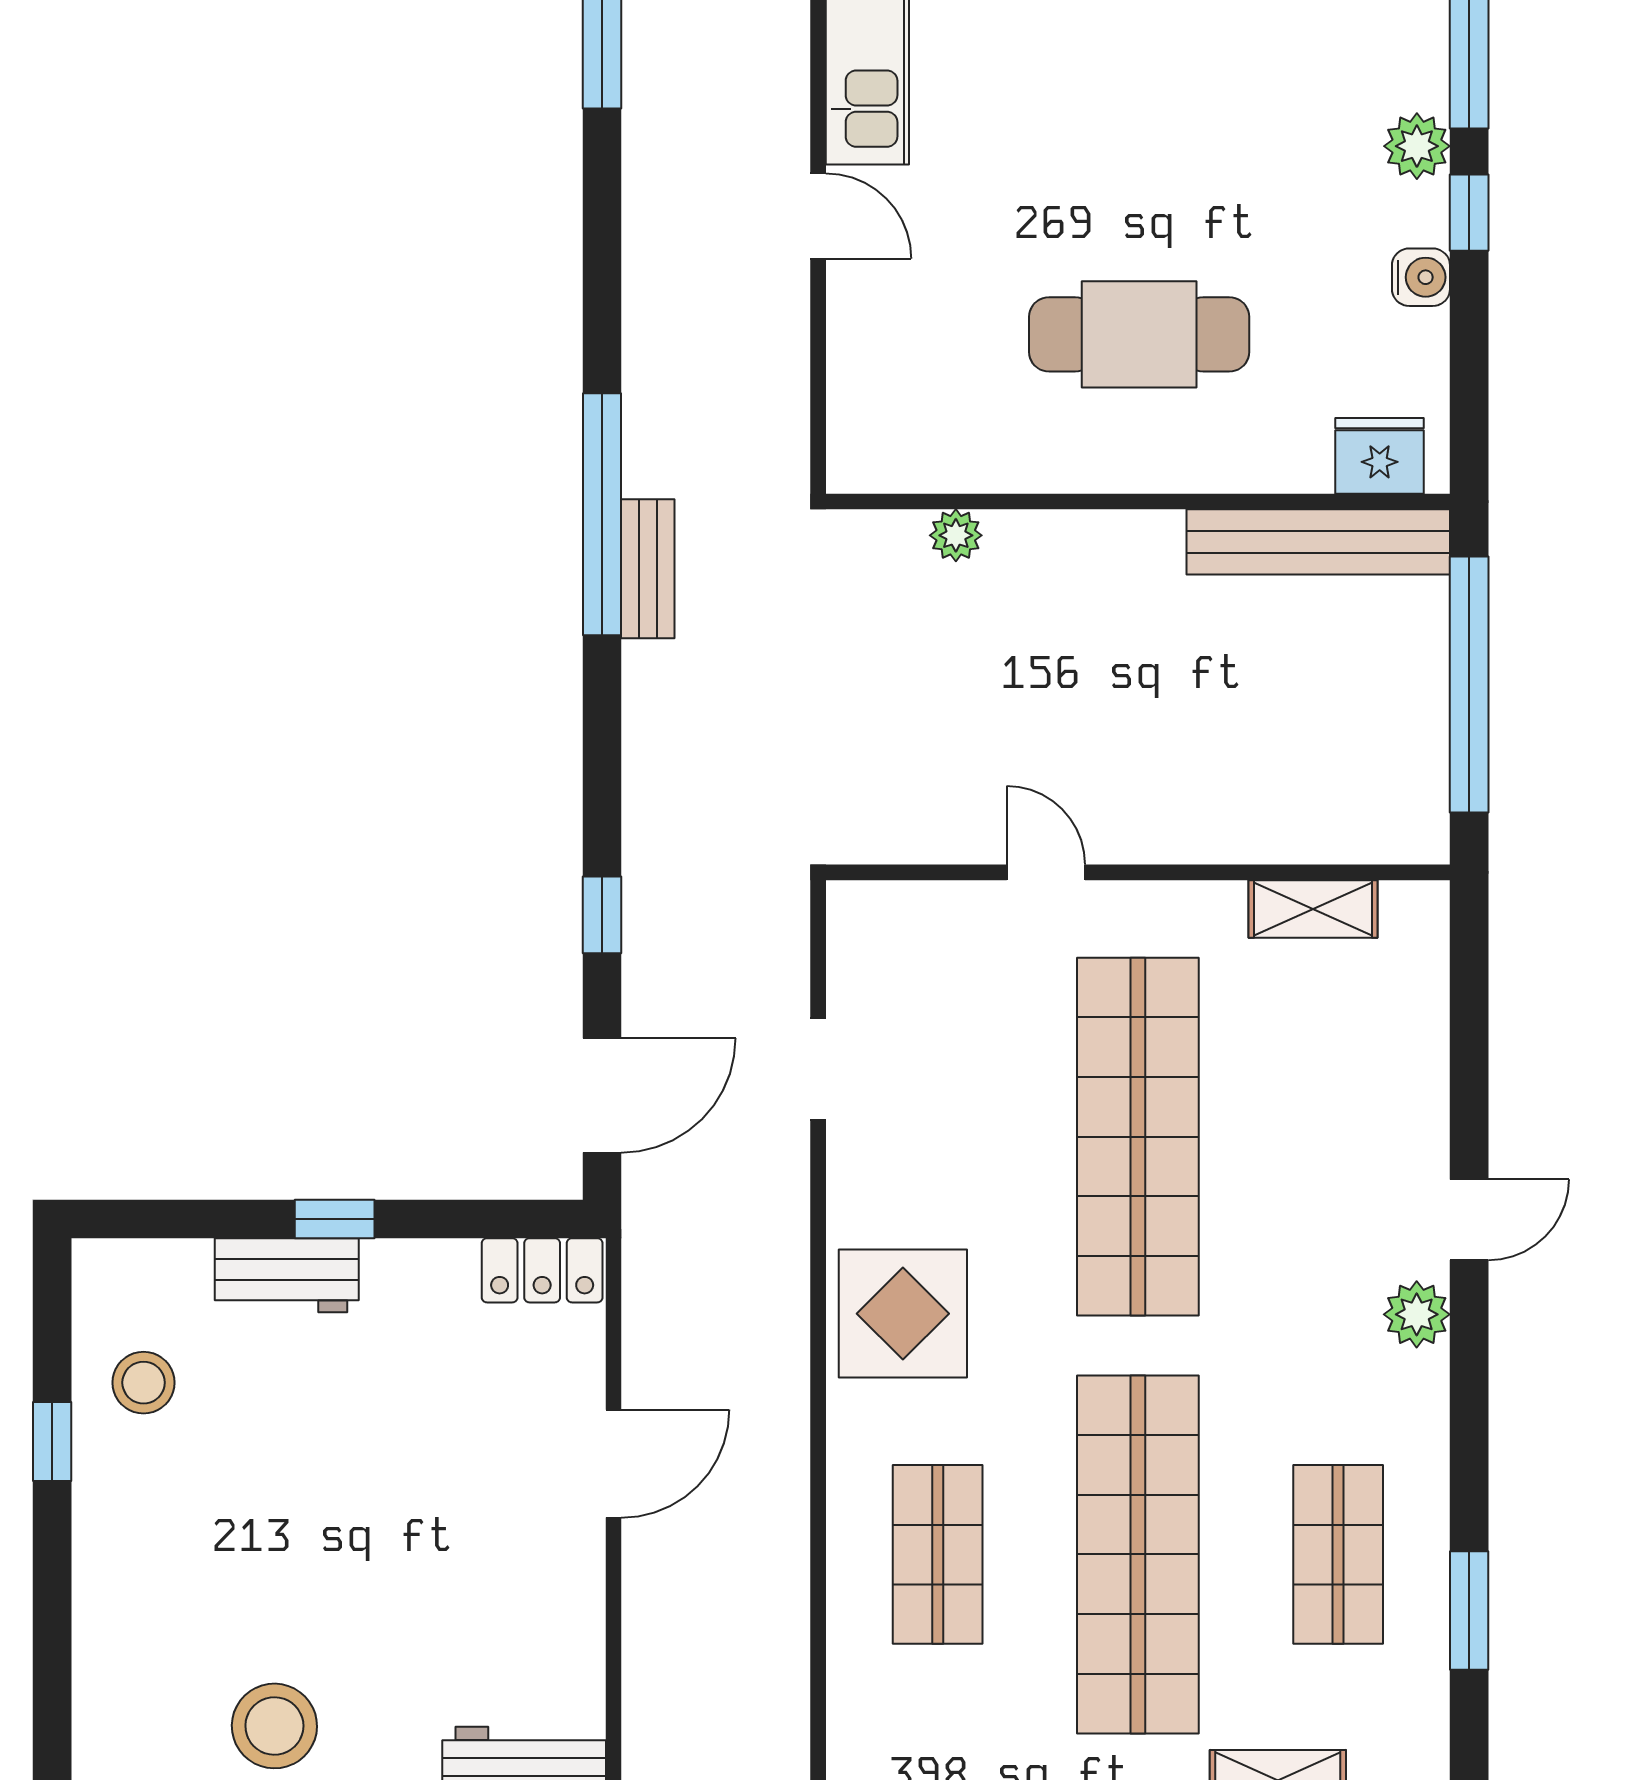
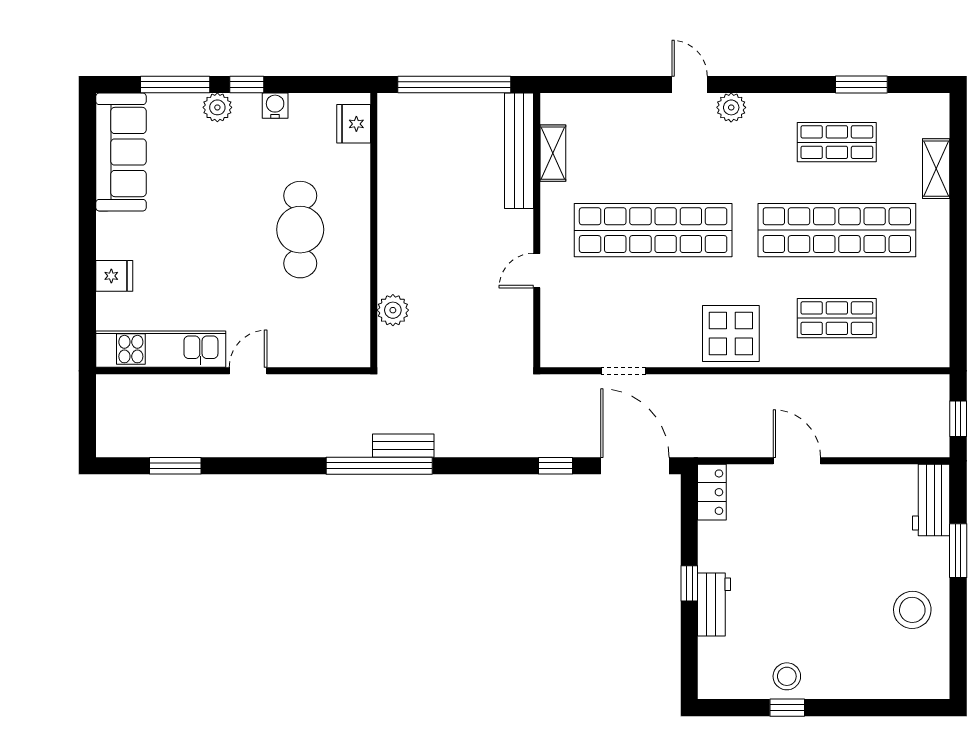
plant: (956, 535) -> (393, 310), width x1.38, depth x1.38
bench: (1318, 542) -> (519, 151), moved
door: (602, 1095) -> (635, 466), width x1.36
stool: (144, 1383) -> (787, 676), moved

